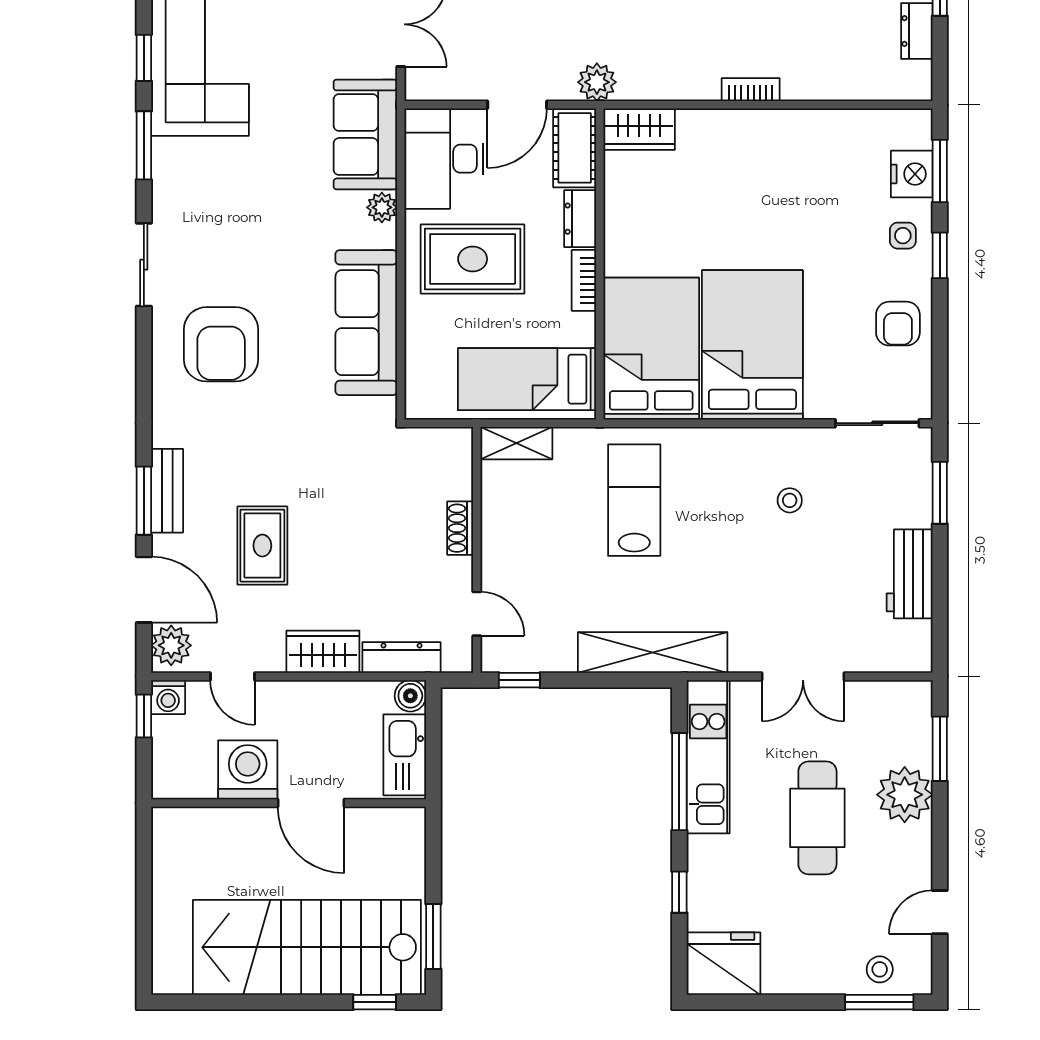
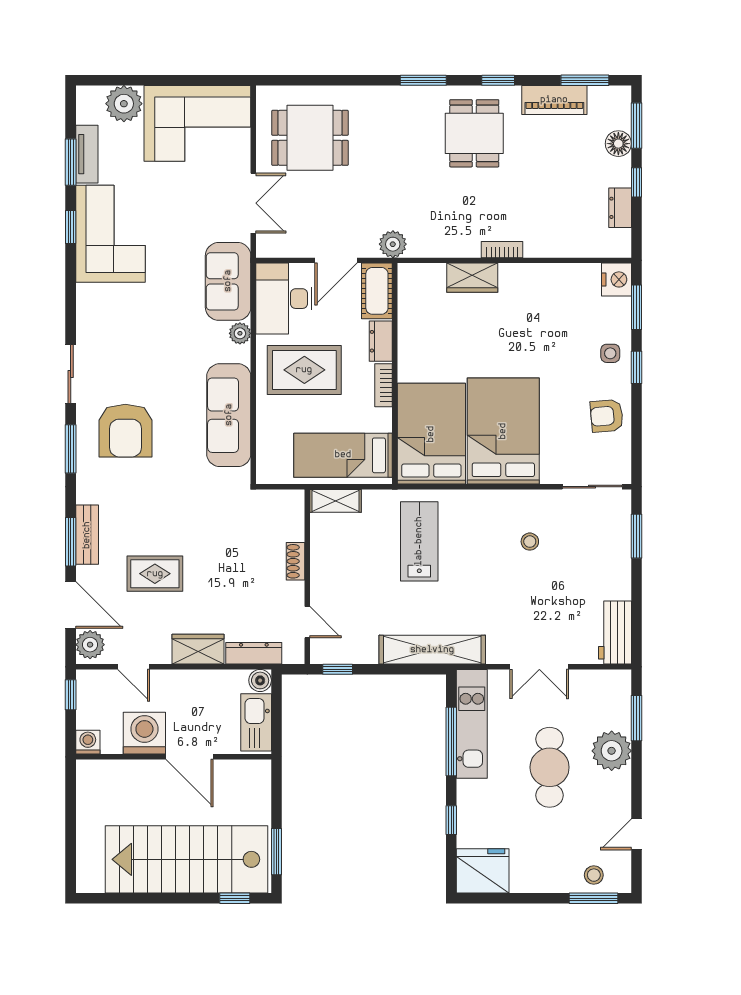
wardrobe: (639, 129) -> (472, 278), moved
window: (144, 145) -> (71, 449), moved
nightstand: (912, 174) -> (617, 279), moved
armchair: (898, 324) -> (607, 416), turned 85
rug: (262, 546) -> (155, 574), turned 90
workbench: (910, 574) -> (615, 633), moved
washing machine: (168, 697) -> (88, 742), moved, turned 180

